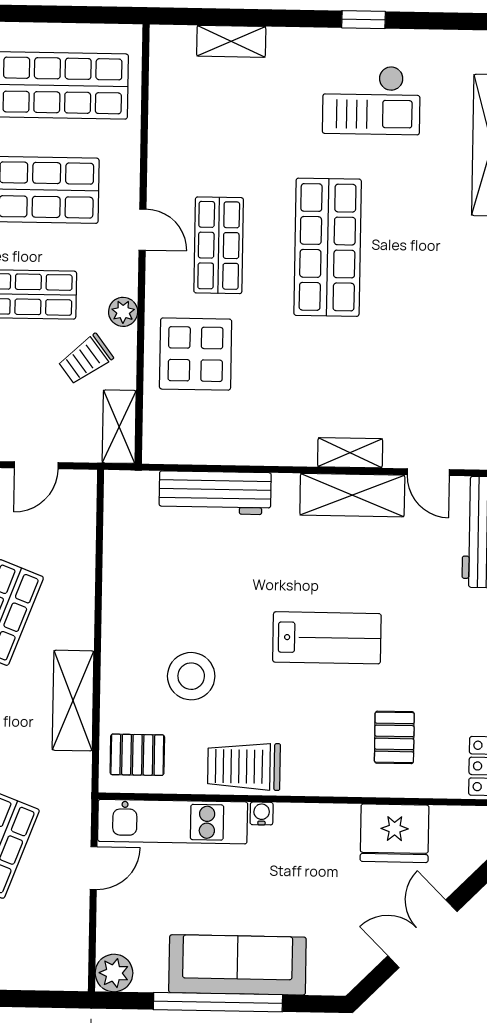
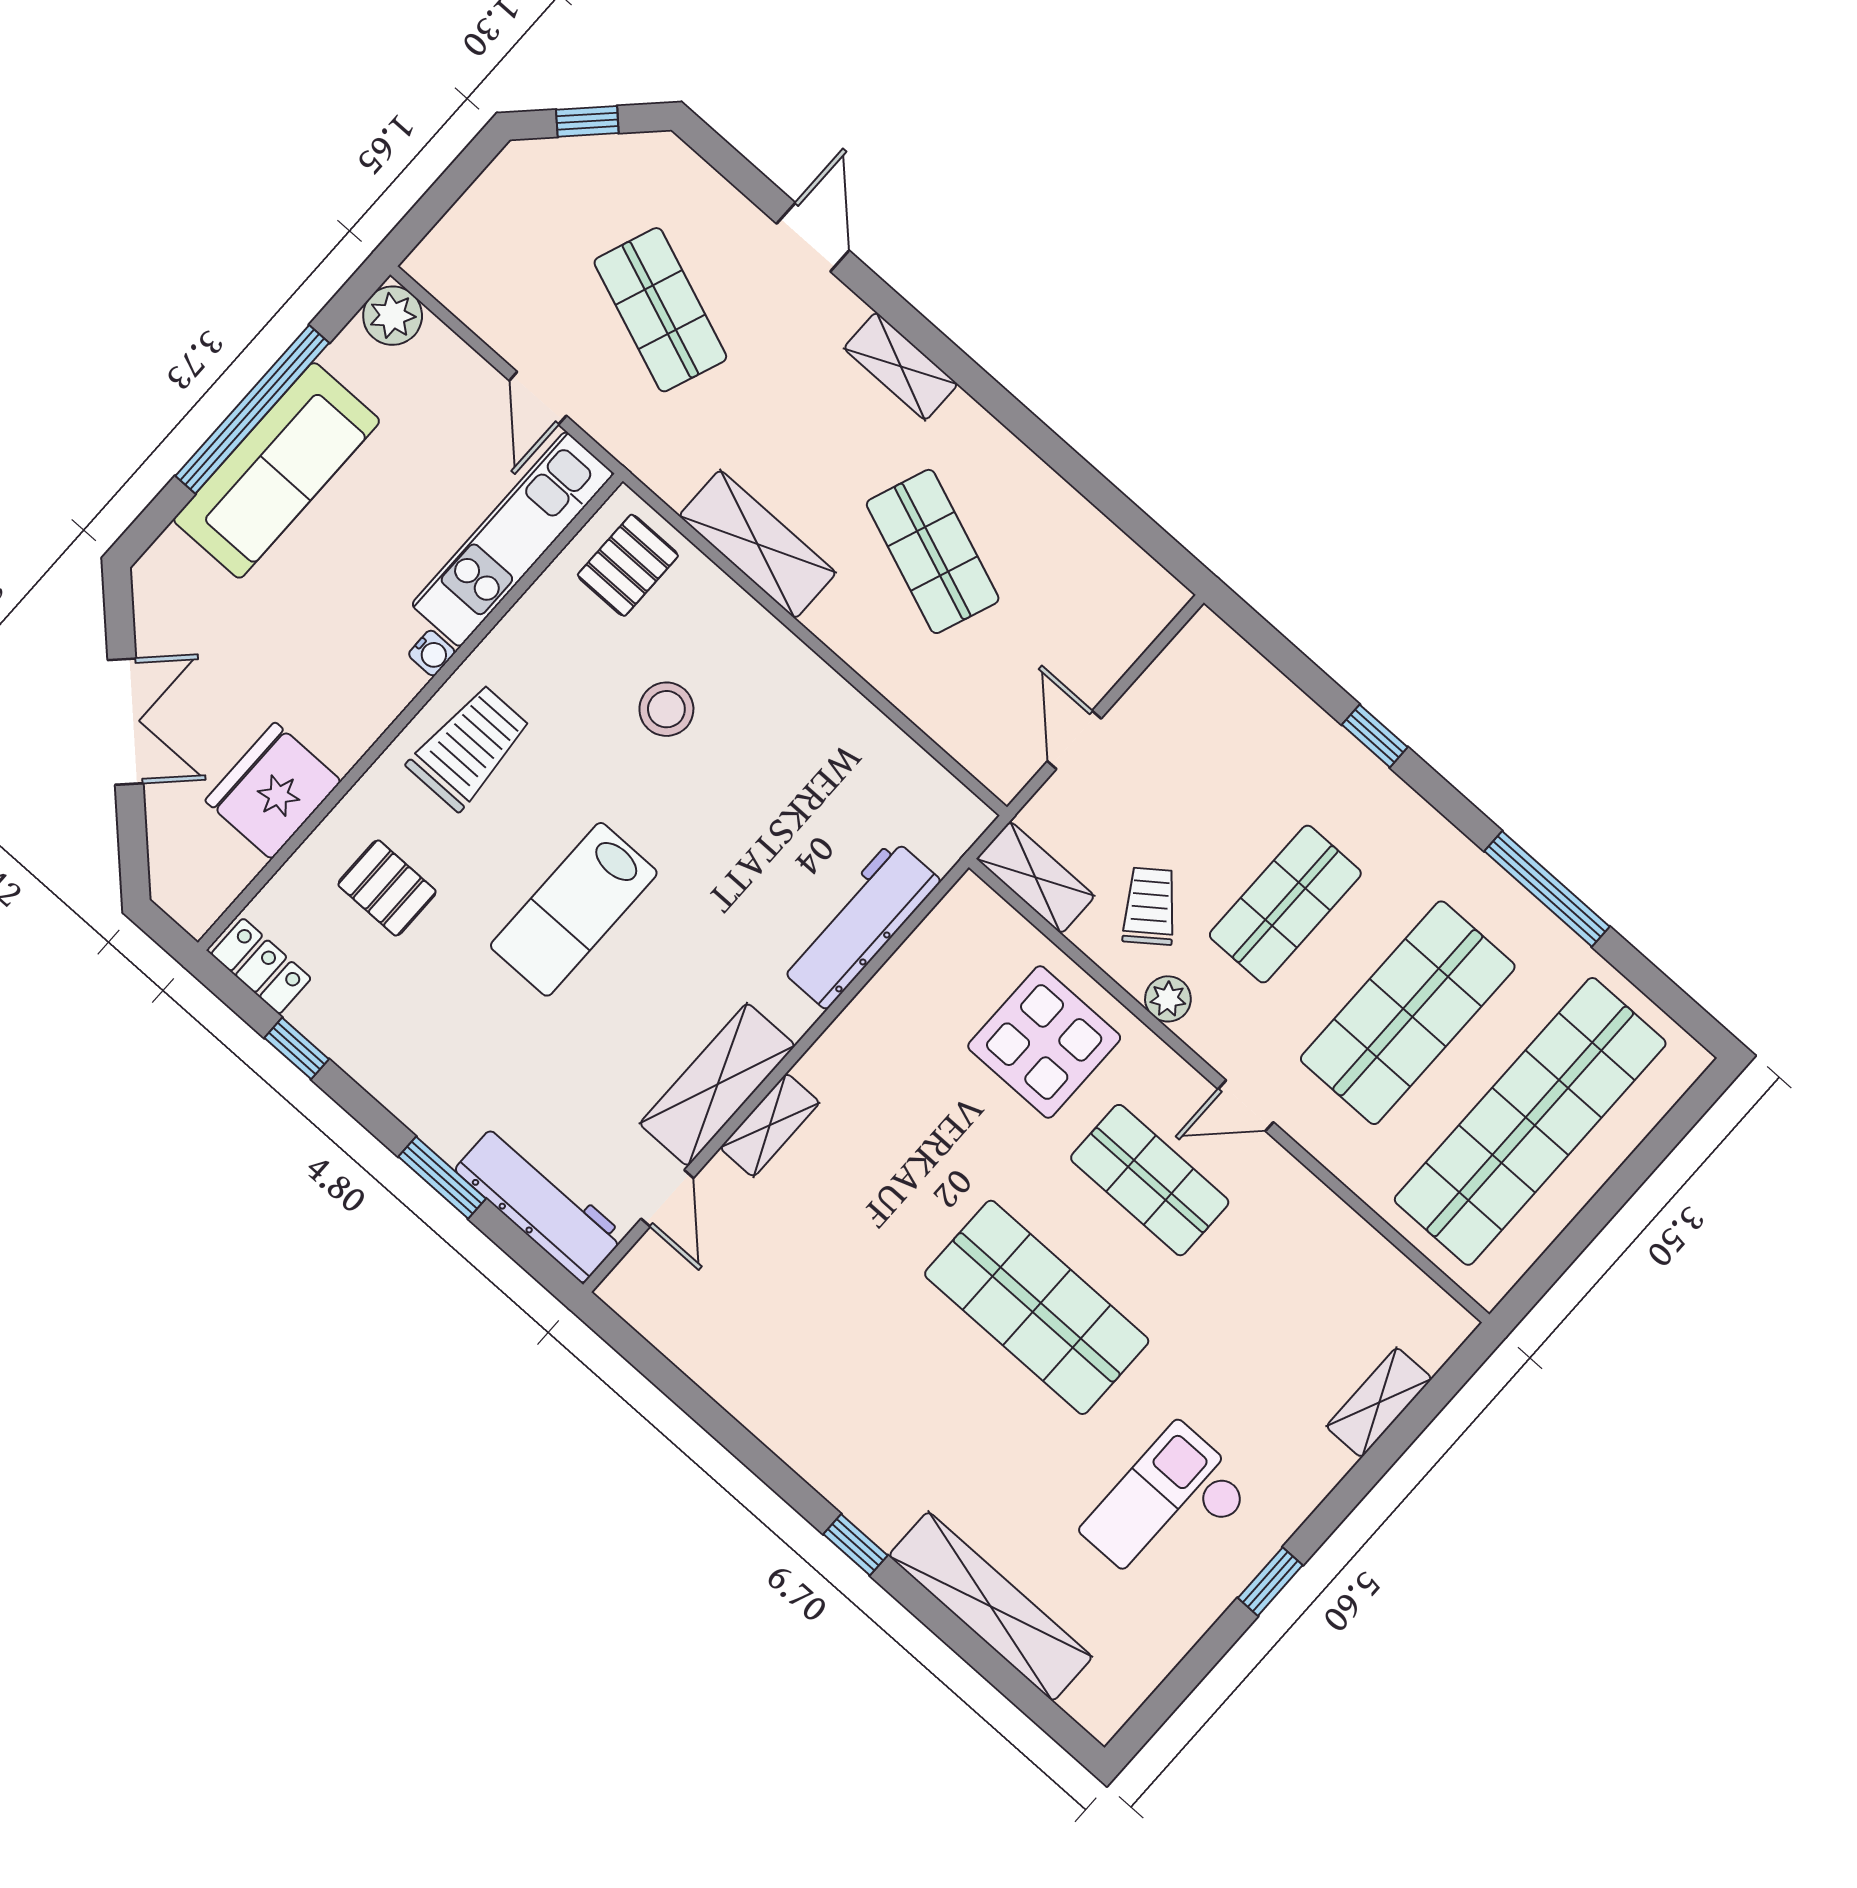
door: (428, 472) -> (667, 1198), swing flipped
stool: (191, 676) -> (666, 709), width x0.73, depth x0.73
trolley: (244, 766) -> (469, 747), moved

